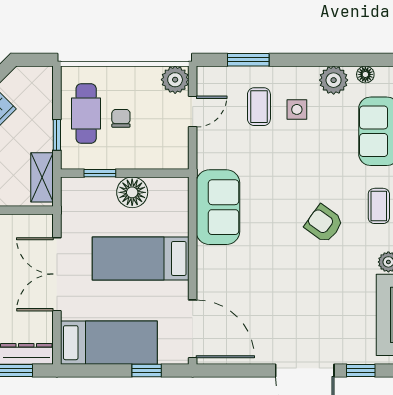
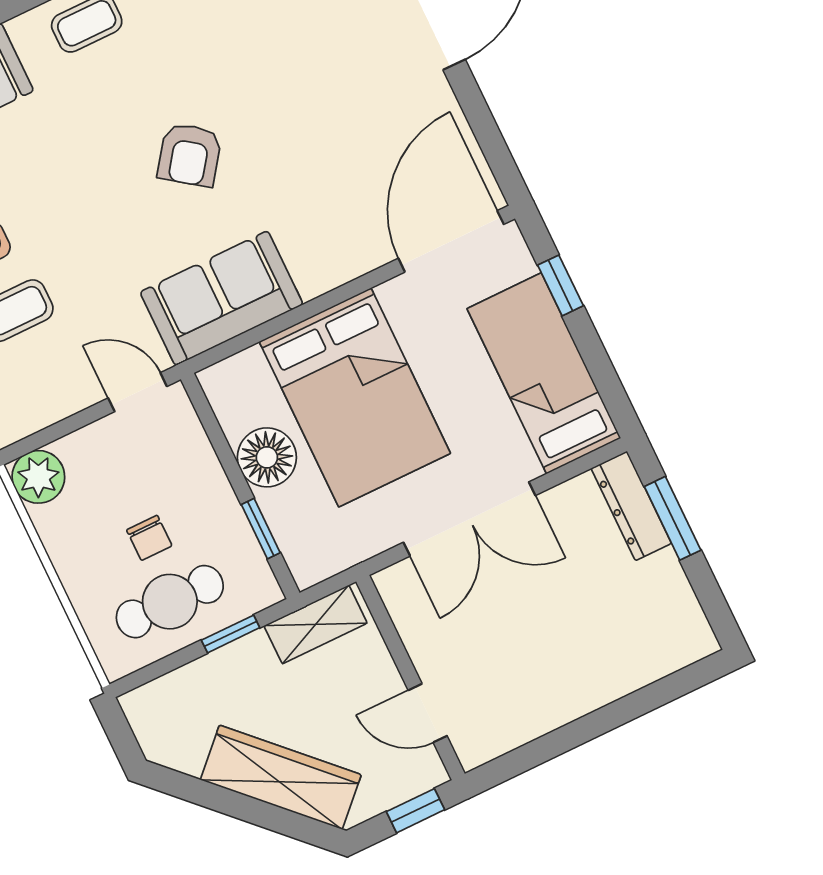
door: (193, 111) -> (138, 392), moved
chair: (121, 118) -> (149, 538), turned -90
armchair: (324, 224) -> (190, 155), moved
bed: (141, 258) -> (355, 397), width x1.50

